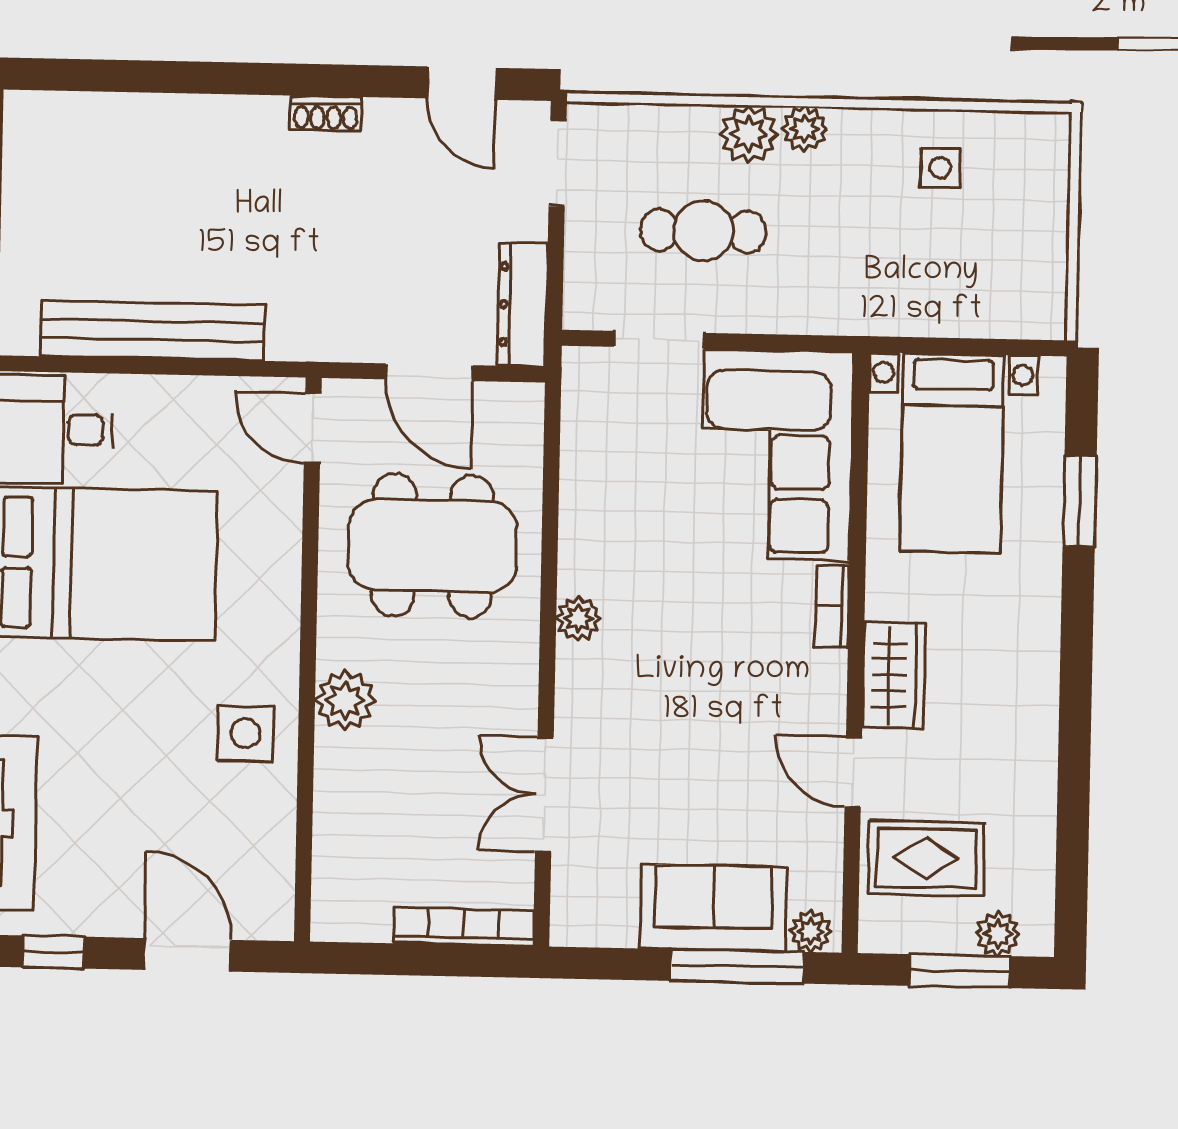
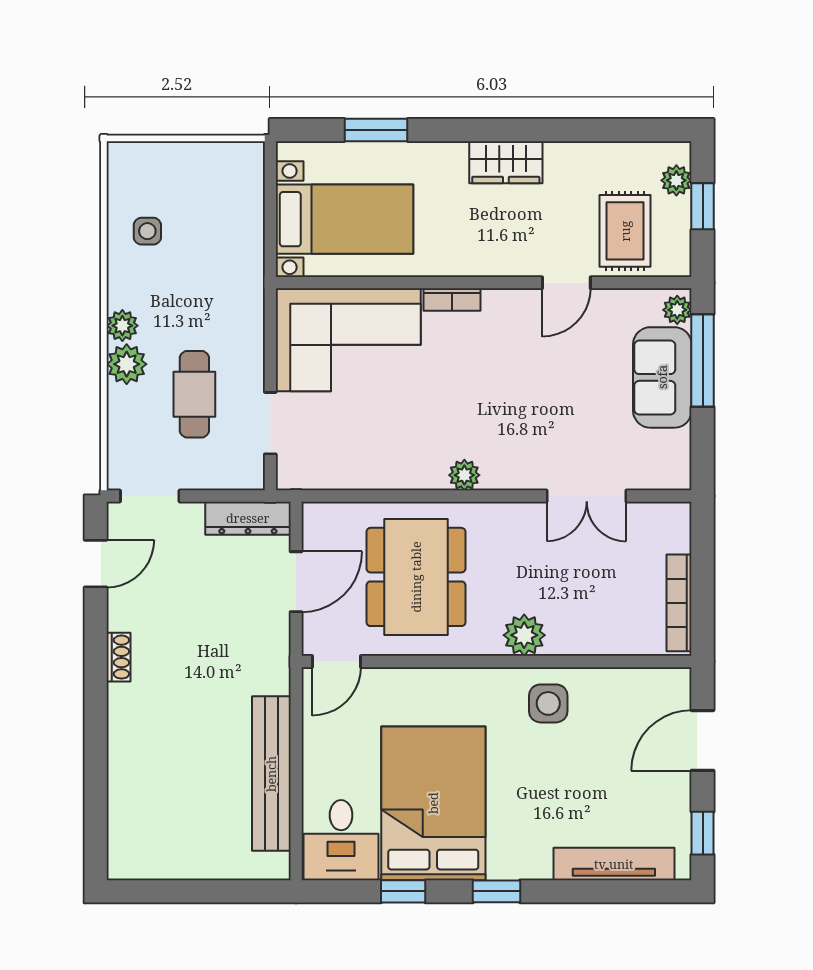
wardrobe: (894, 675) -> (506, 162), moved, turned 180
bookcase: (463, 927) -> (679, 603), moved
window: (960, 971) -> (703, 206), width x0.67

